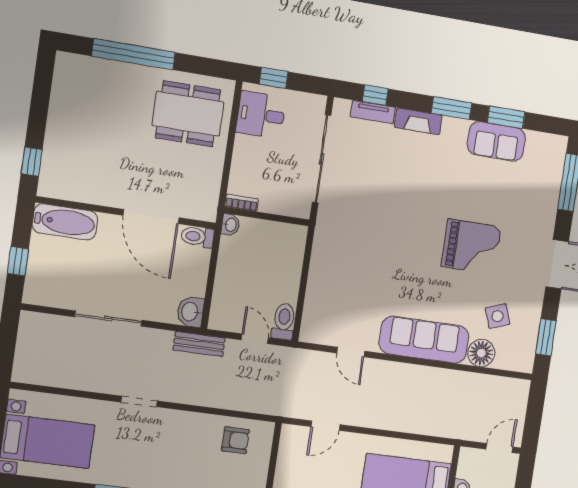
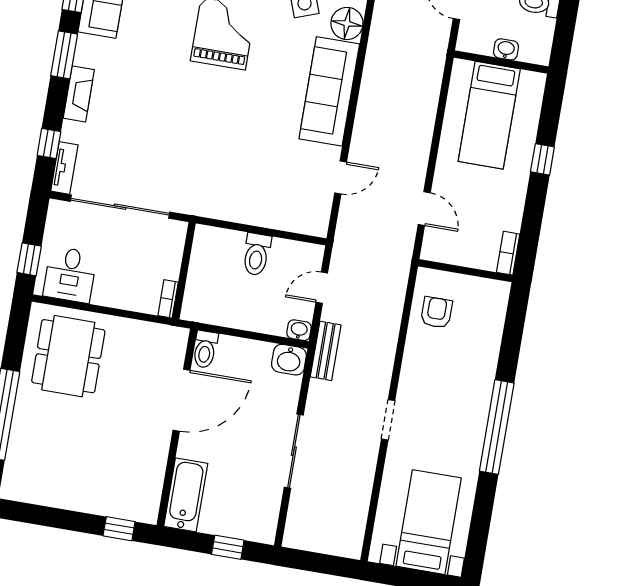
tv unit: (373, 112) -> (64, 168), moved
washbasin: (230, 225) -> (299, 330), moved
toilet: (284, 321) -> (257, 254), moved, turned -90

